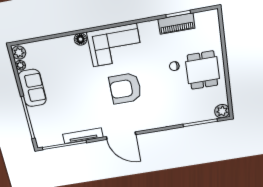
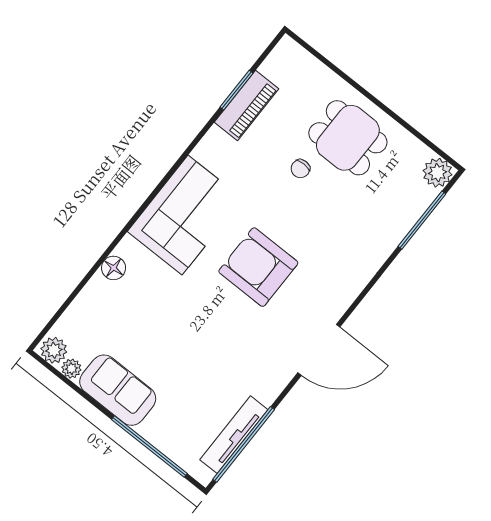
floor lamp: (81, 39) -> (114, 268), moved
armchair: (125, 89) -> (258, 267), turned 90
tv unit: (83, 136) -> (234, 435), moved

